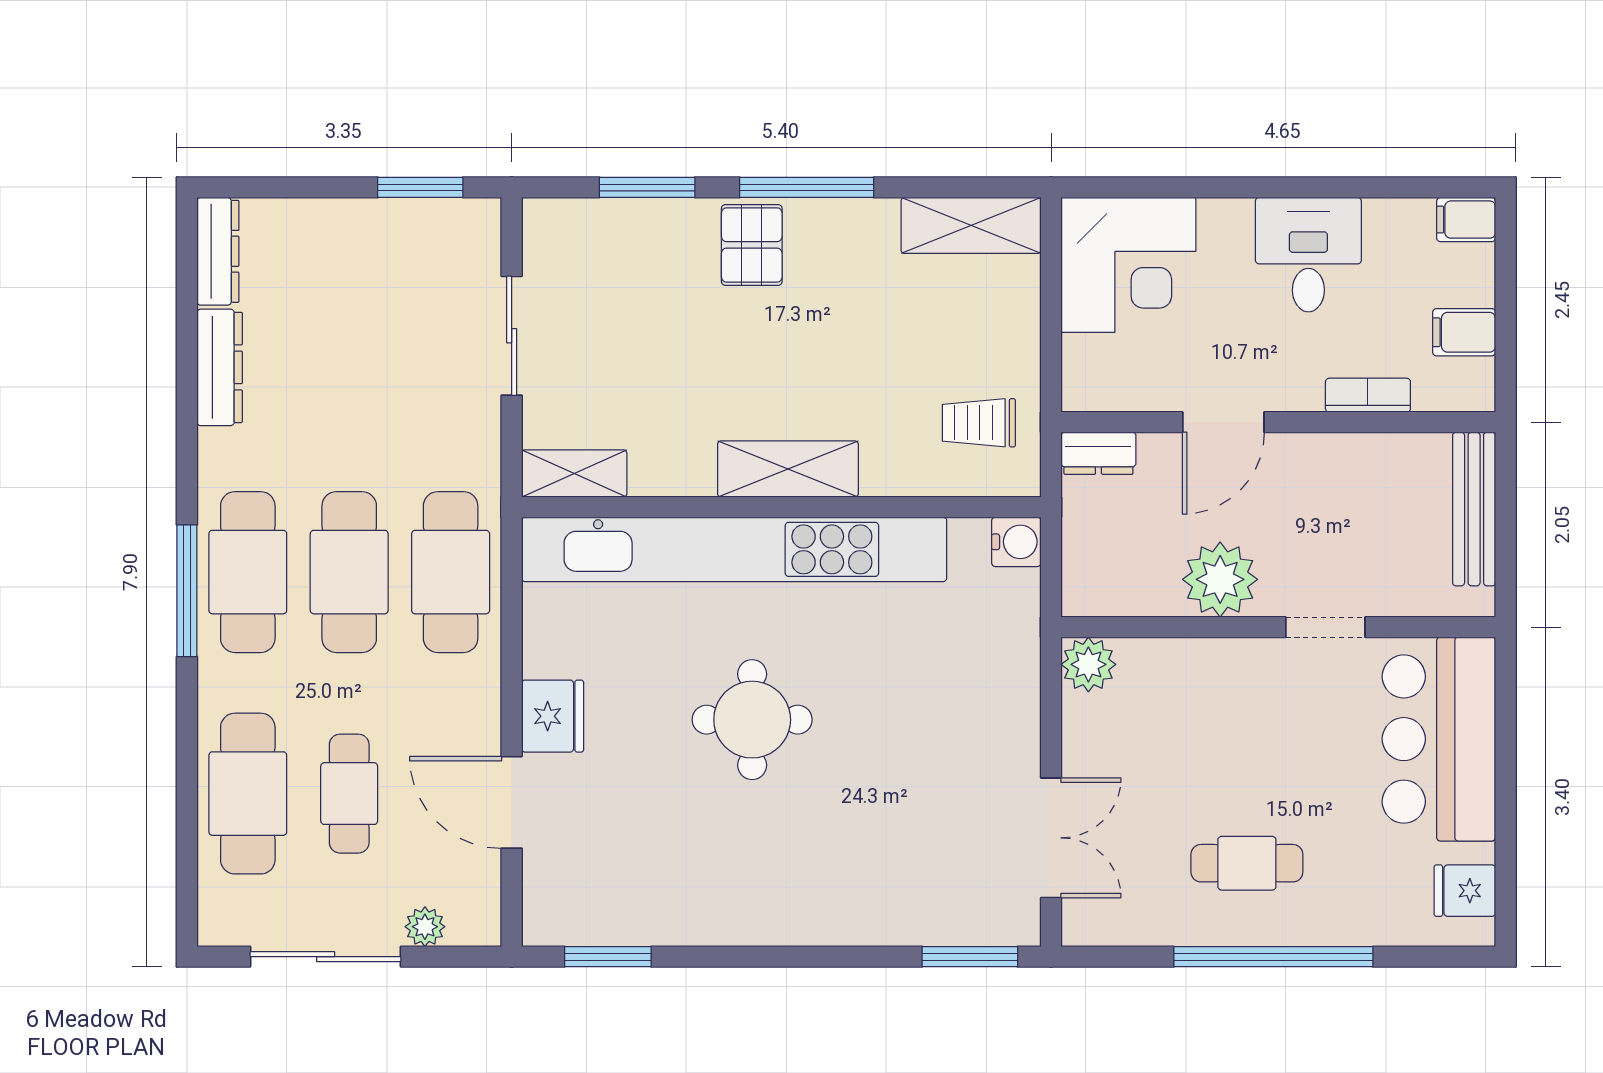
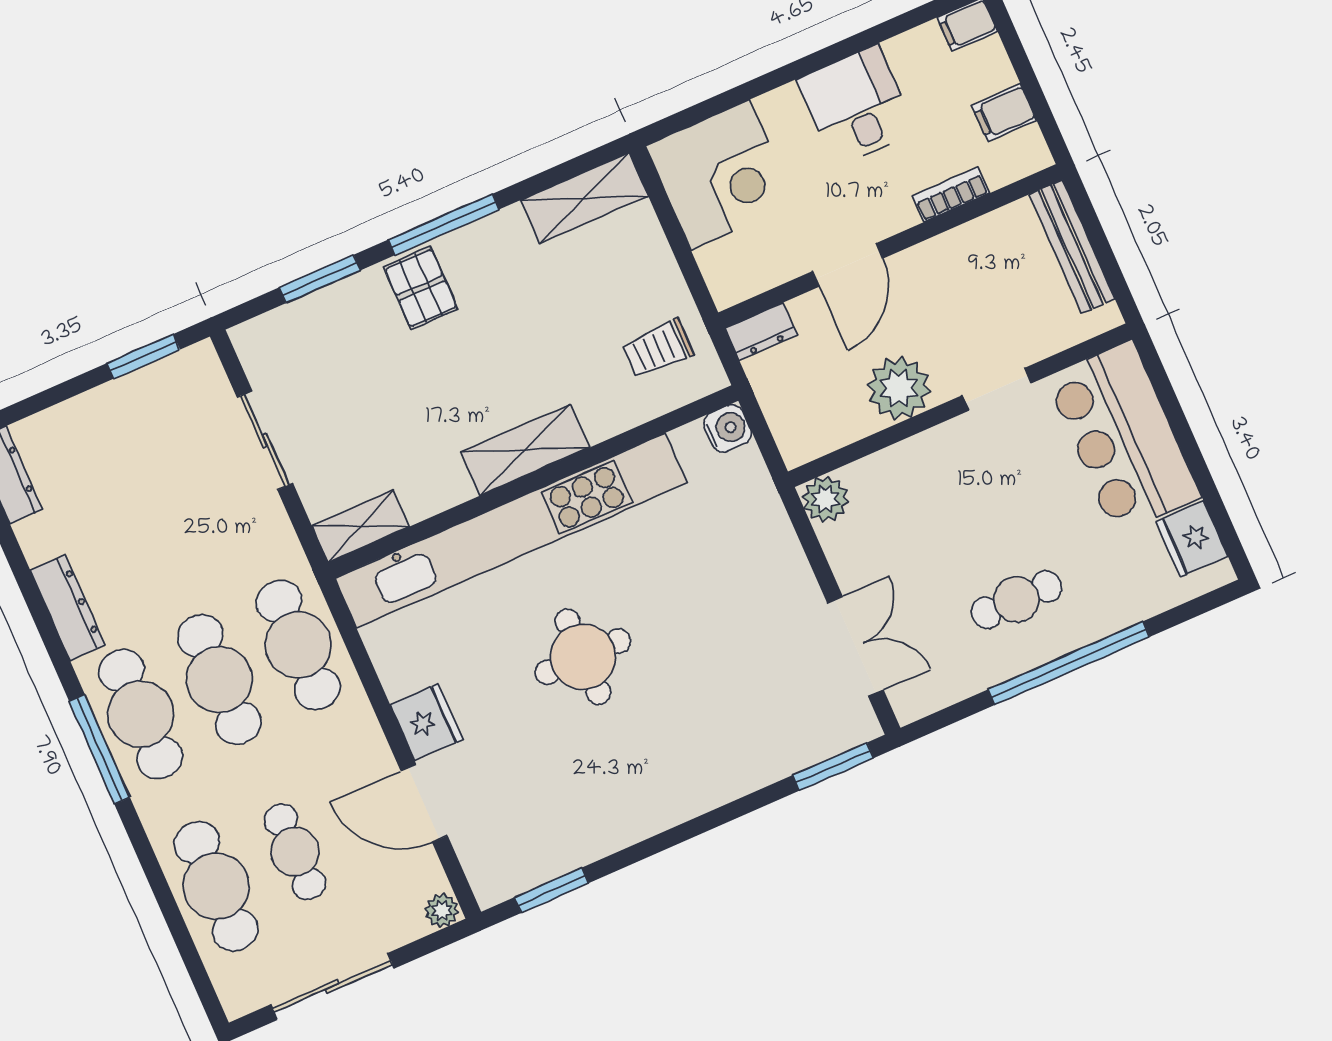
dresser: (220, 367) -> (68, 608), moved
fridge: (1465, 891) -> (1192, 539), width x1.38
plant: (425, 927) -> (442, 911), moved

